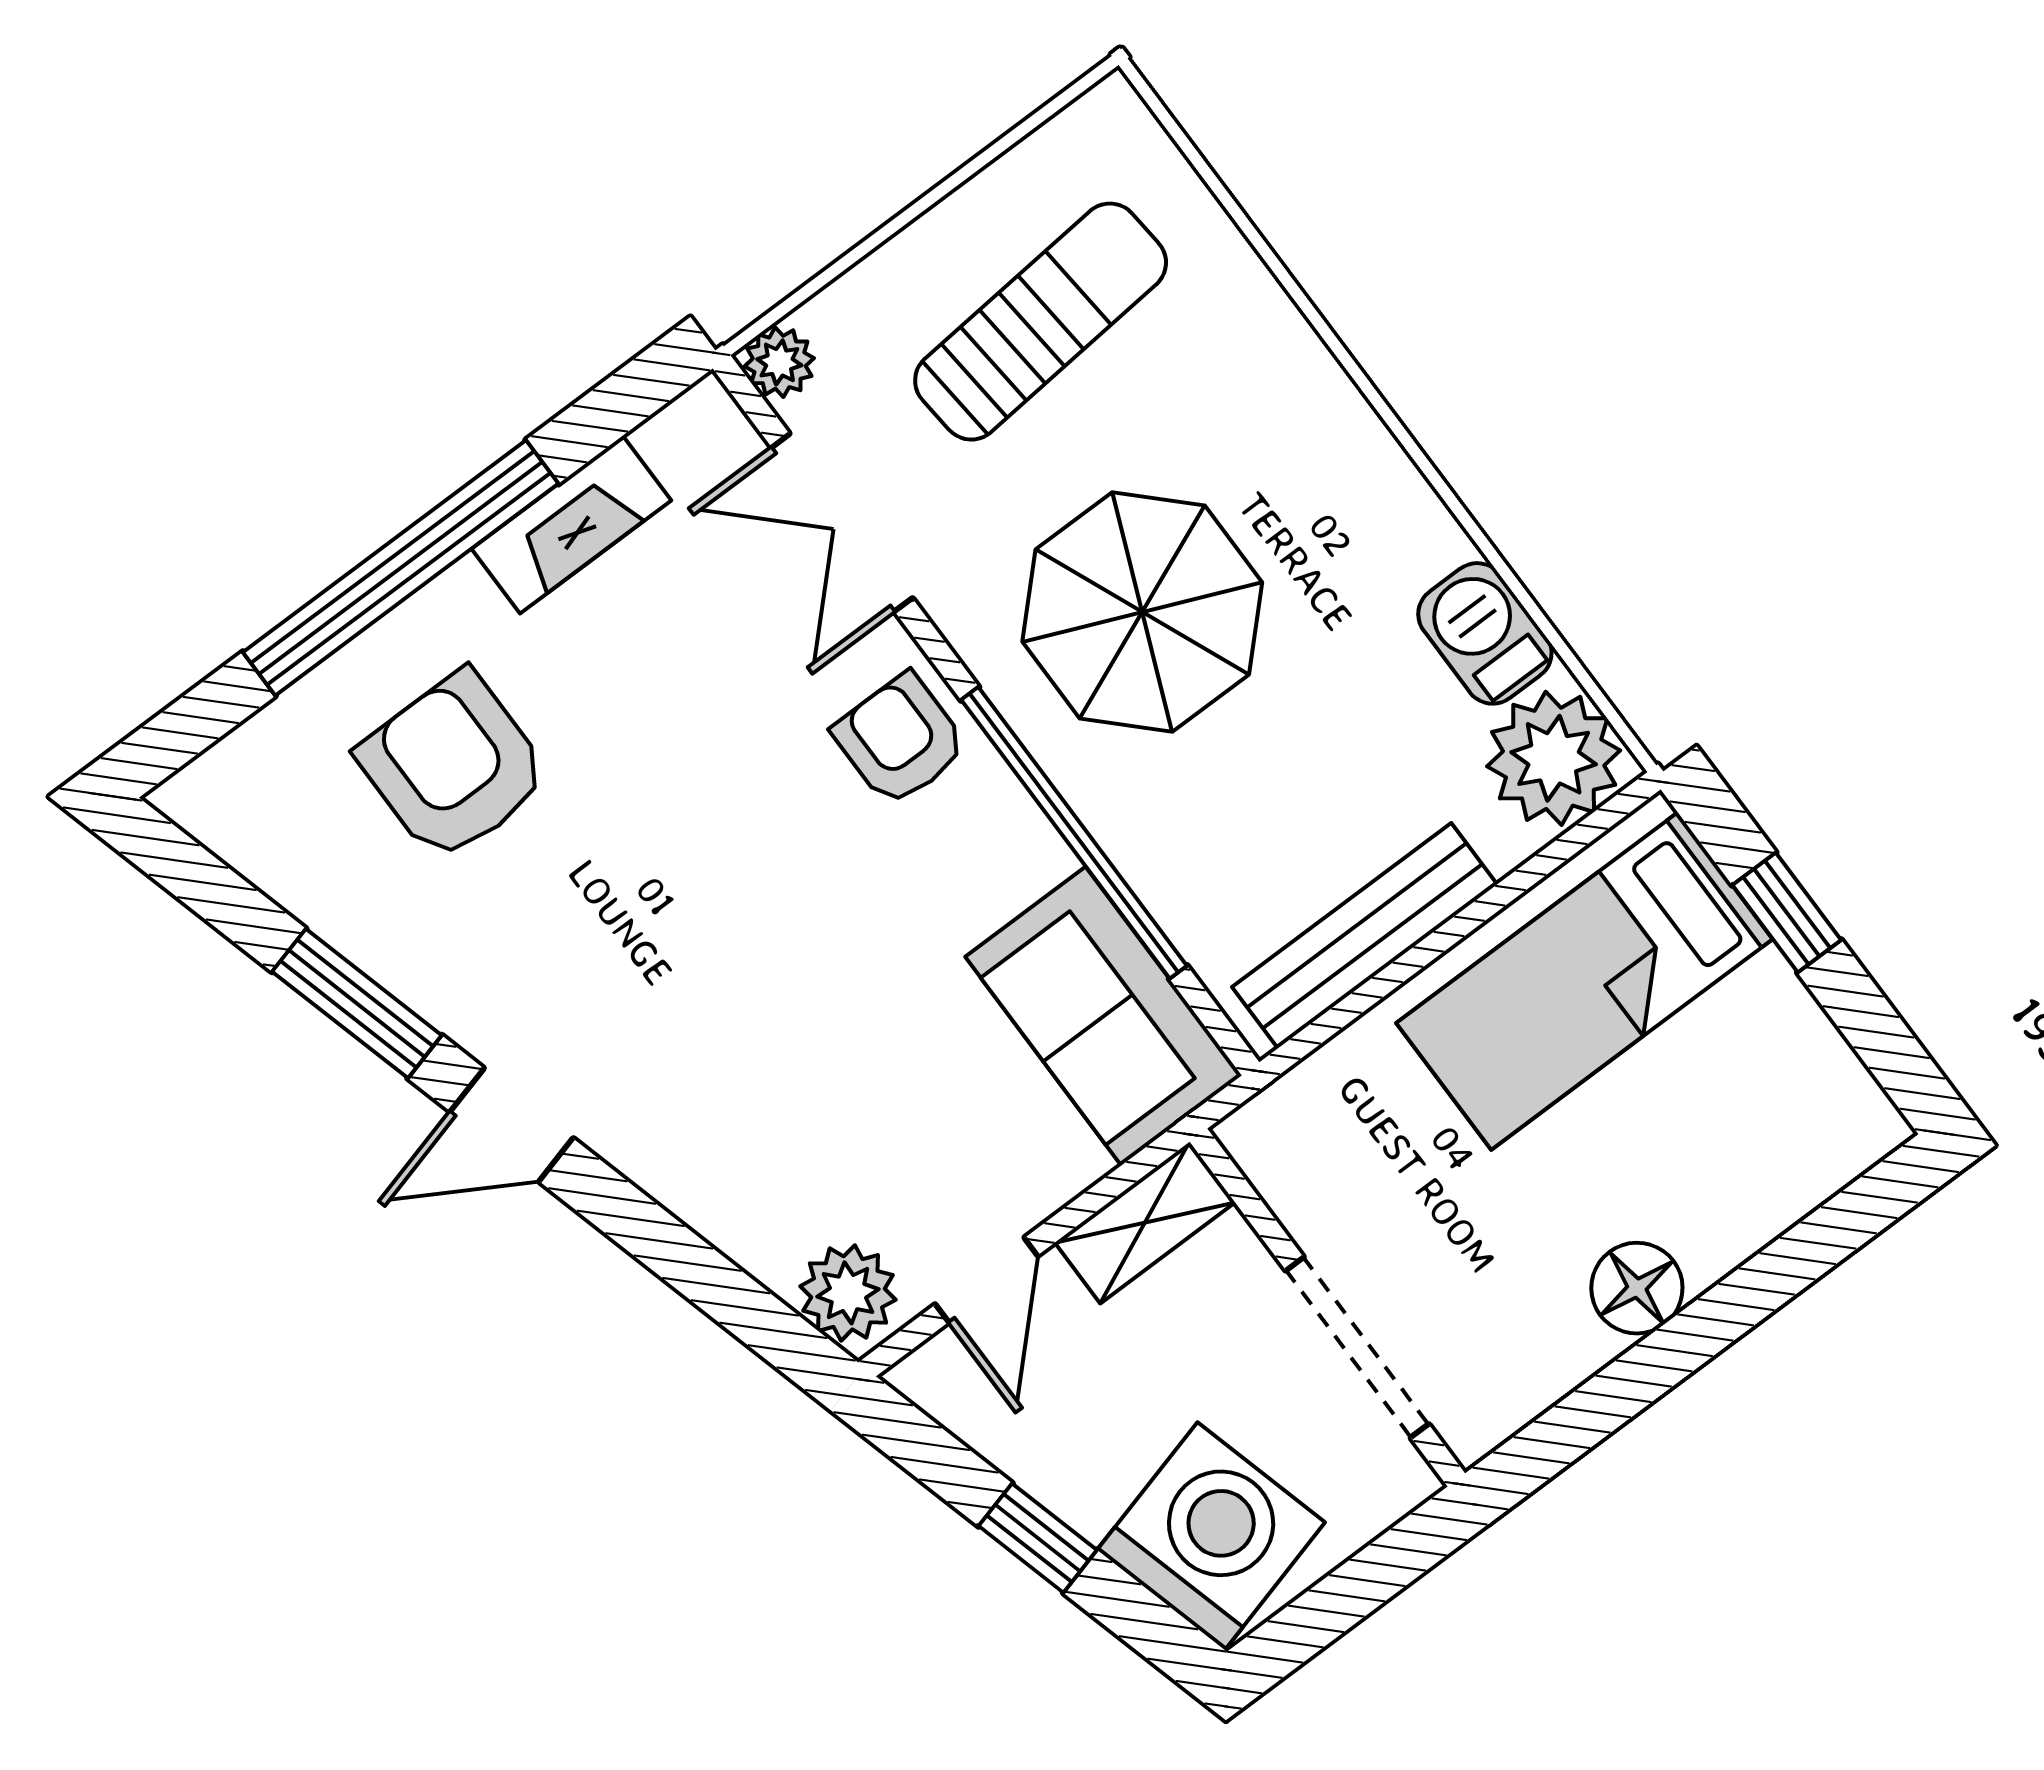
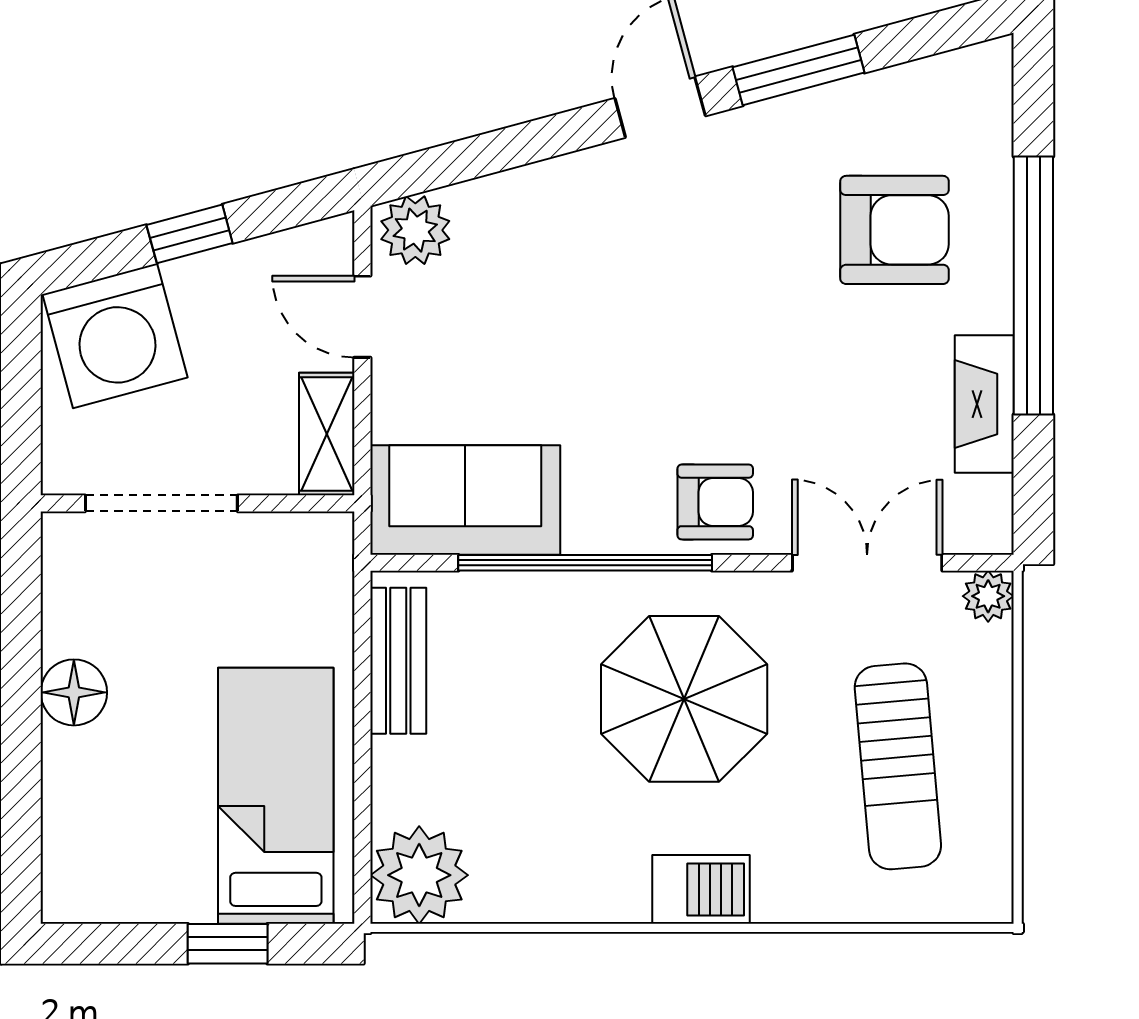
barbecue: (1485, 633) -> (701, 889), moved
bench: (1365, 936) -> (398, 661), width x0.73

